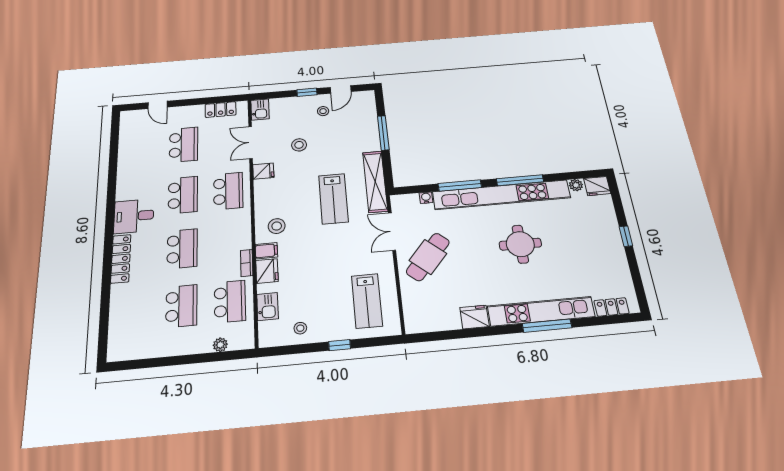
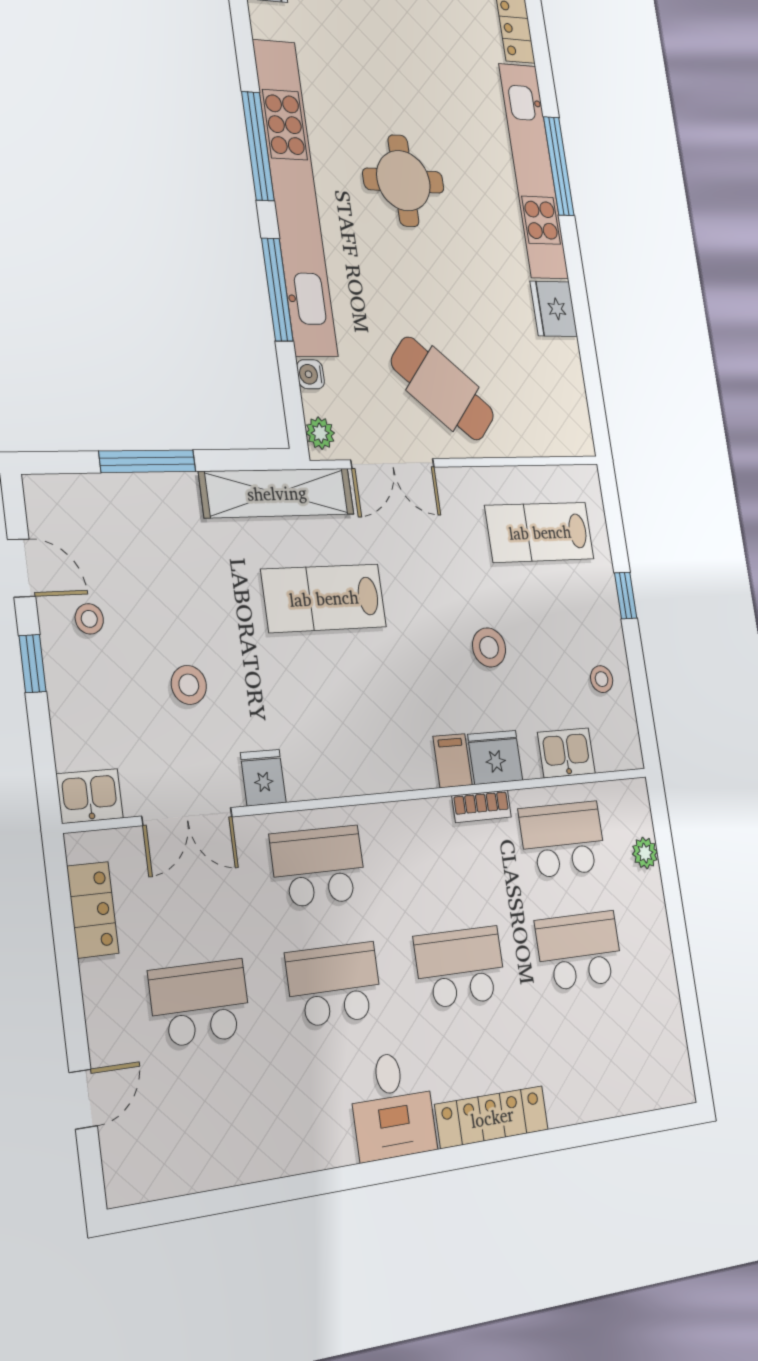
plant: (576, 185) -> (320, 433), moved
lab bench: (334, 199) -> (324, 598), turned 180
stool: (277, 226) -> (489, 647), moved
lab bench: (367, 301) -> (540, 532), turned 180

